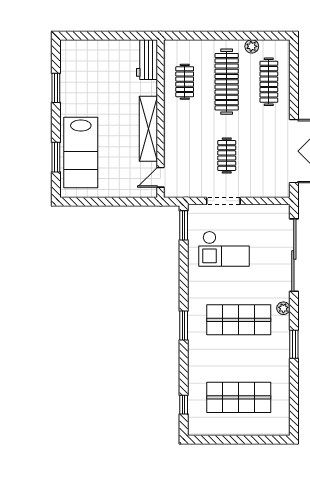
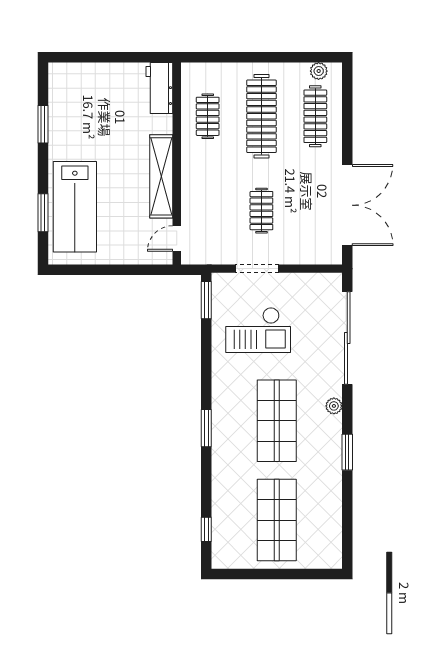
plant: (252, 46) -> (319, 71), moved
shop shelf: (239, 320) -> (277, 421), turned 90
shop shelf: (239, 397) -> (277, 520), turned 90

